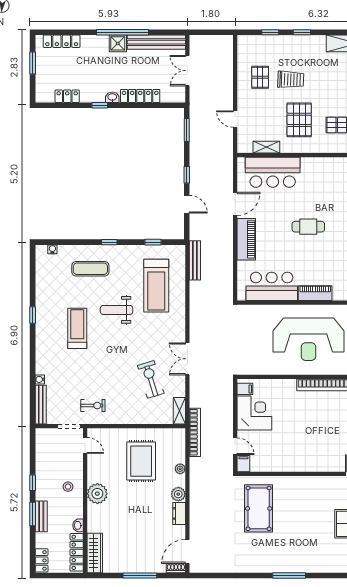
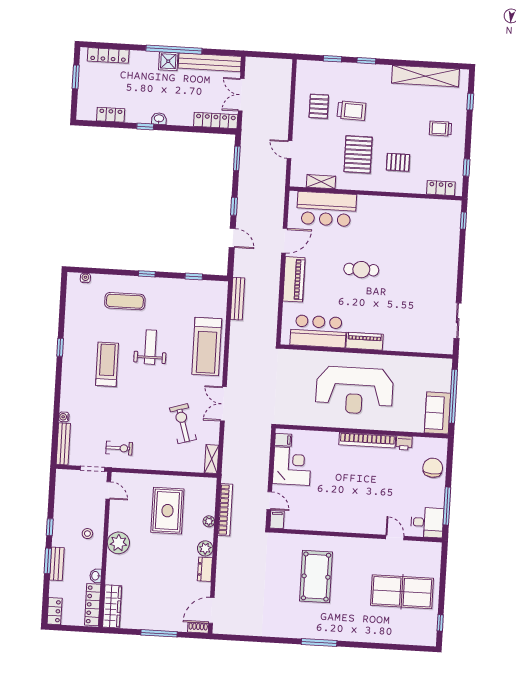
locker: (140, 96) -> (216, 121), moved
treadmill: (156, 286) -> (207, 347), moved
weight bench: (117, 310) -> (150, 347), turned 90
bookcase: (195, 432) -> (225, 510), moved
pool table: (259, 508) -> (316, 577), moved

